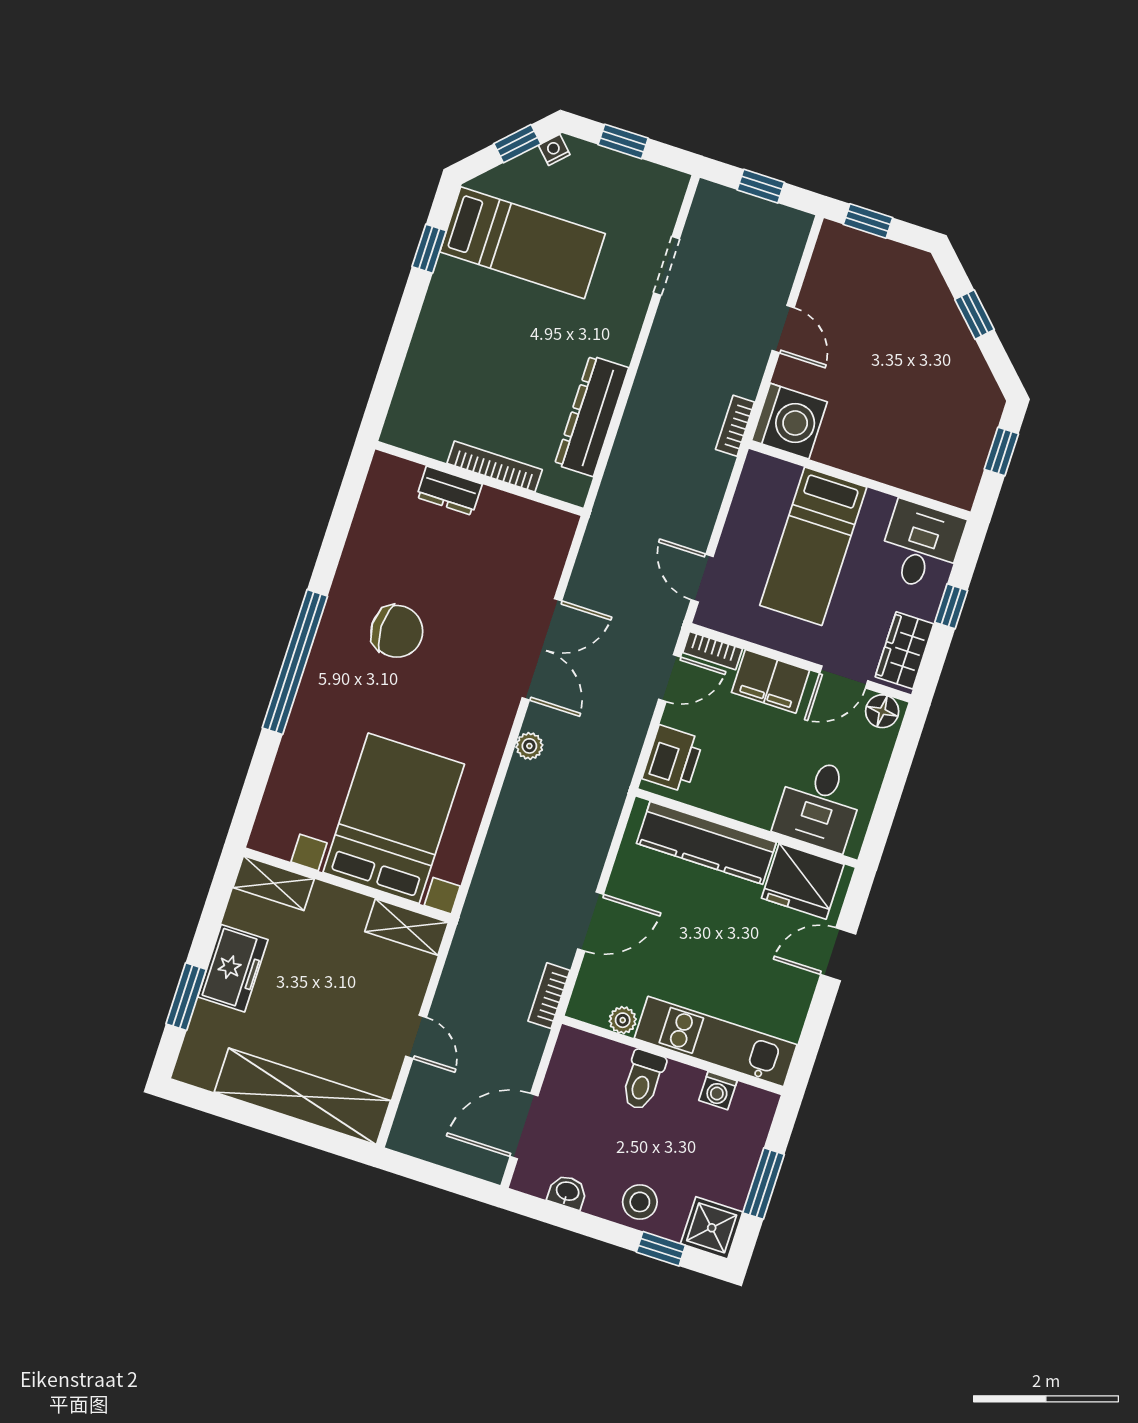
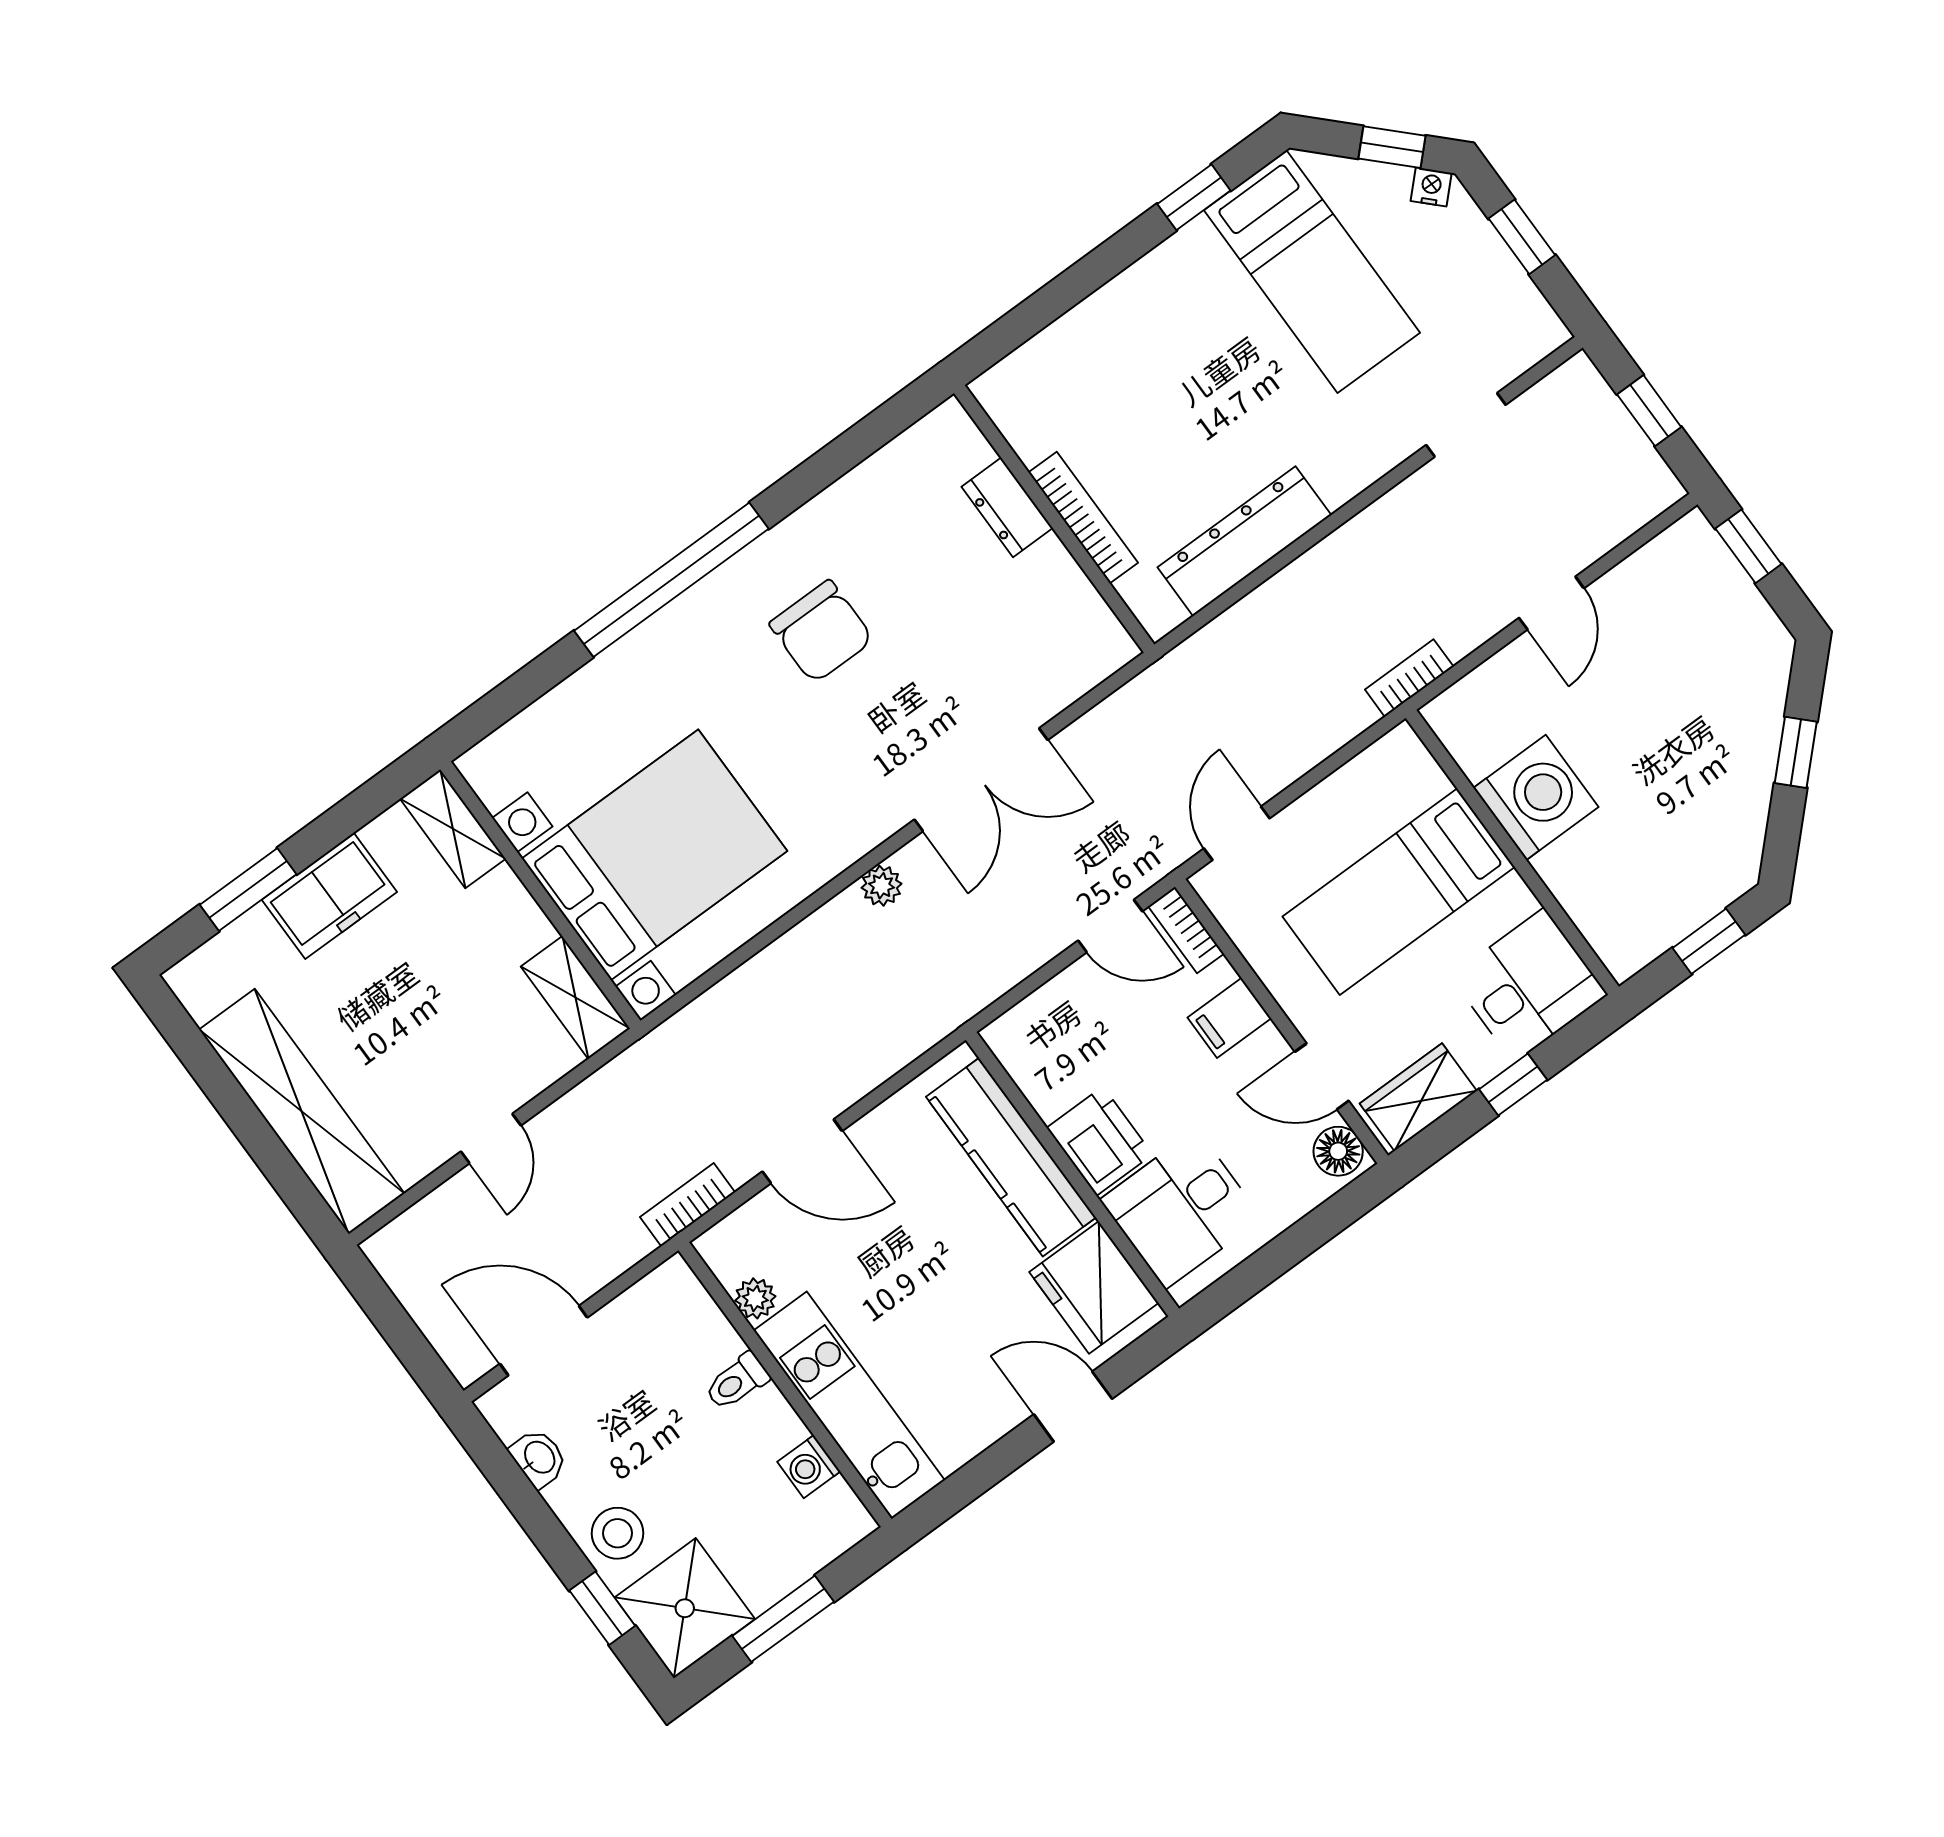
washing machine: (789, 421) -> (1536, 797), moved, turned -90
filing cabinet: (771, 681) -> (1229, 1018), width x0.50
printer: (673, 759) -> (1100, 1141), moved, turned -90
toilet: (643, 1080) -> (737, 1382), width x0.73, depth x0.72
shower: (712, 1228) -> (685, 1608), width x1.36, depth x1.36

